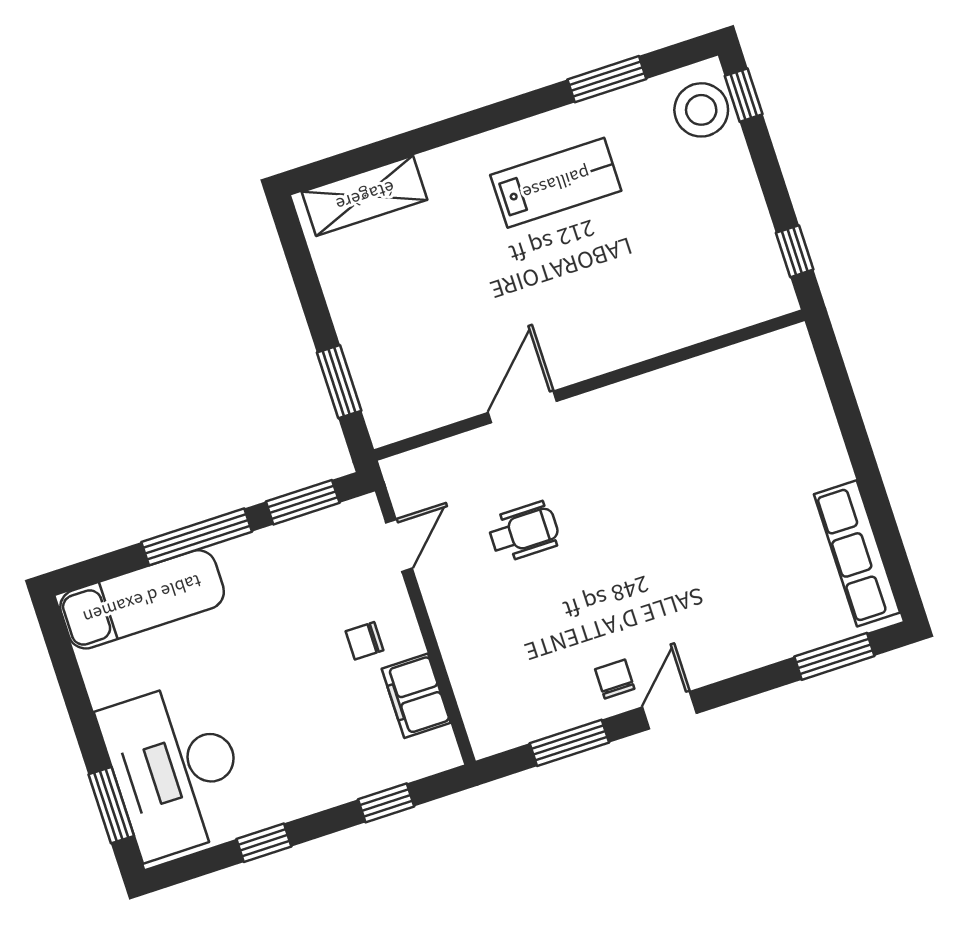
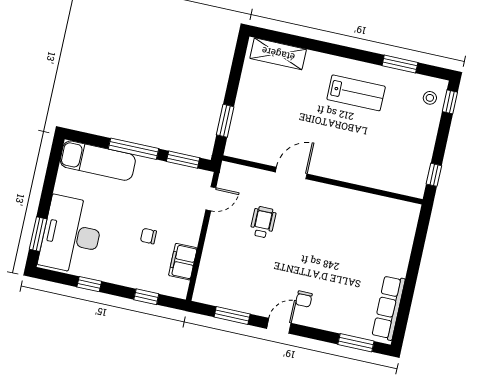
stool: (701, 110) -> (430, 98), width x0.53, depth x0.53
wheelchair: (524, 532) -> (263, 222), turned -90
chair: (365, 641) -> (148, 236), moved
chair: (615, 679) -> (304, 299), moved, turned 180

